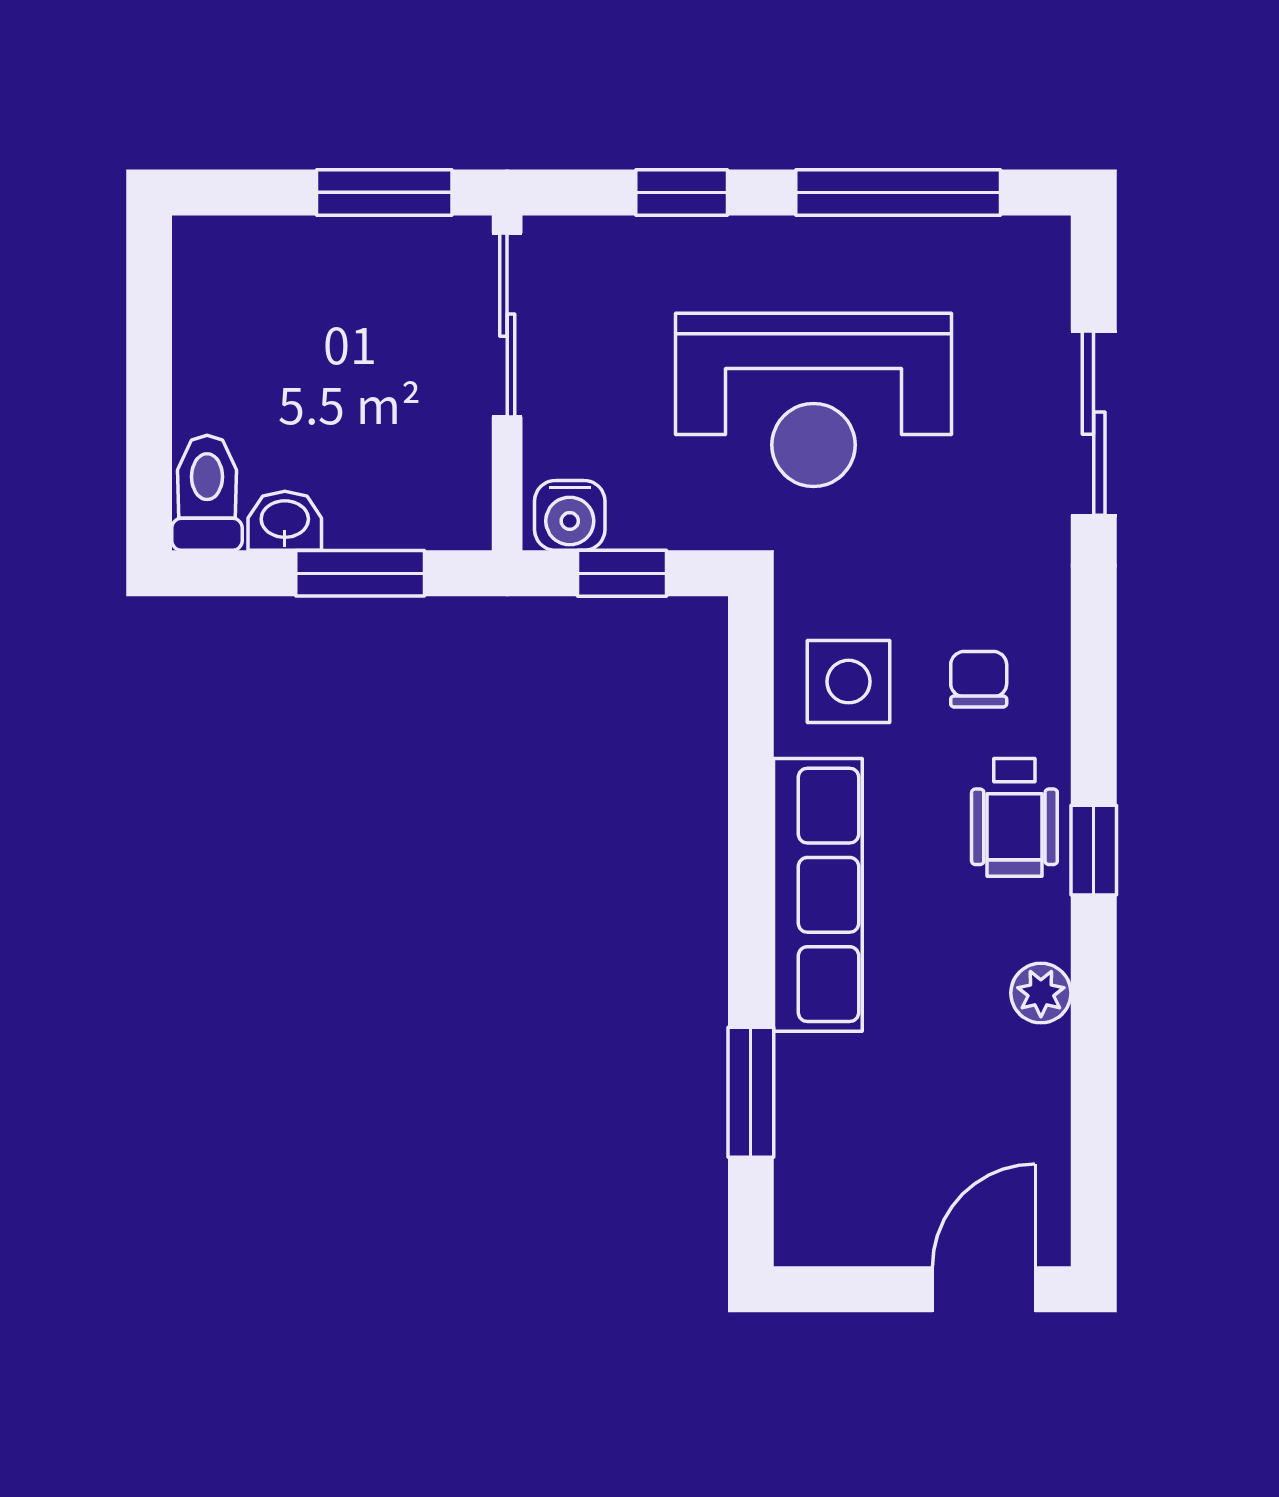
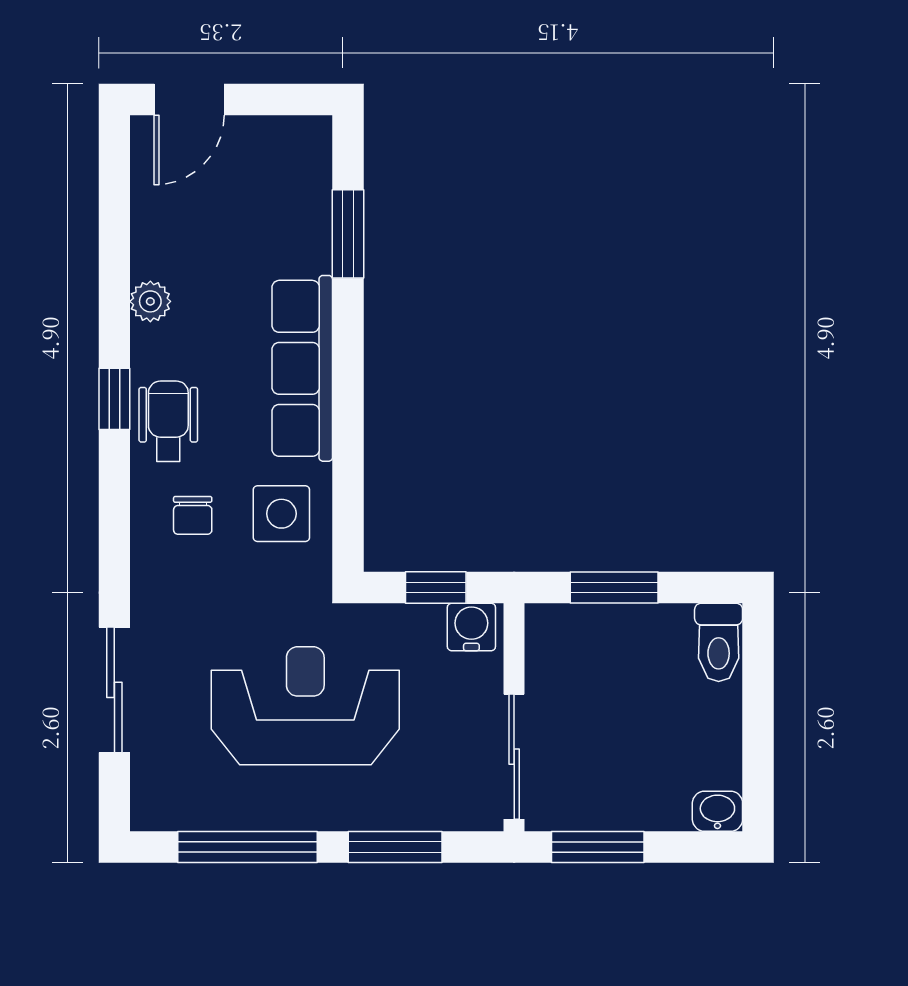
window: (682, 192) -> (395, 847), width x1.50
washbasin: (285, 521) -> (717, 811), moved, turned 180

